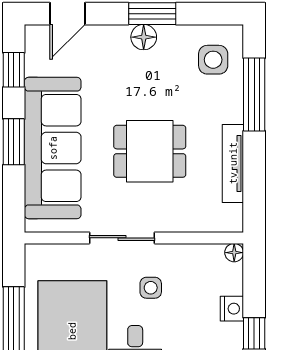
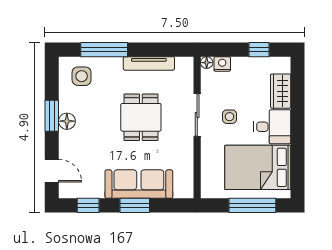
sofa: (53, 148) -> (139, 184), width x0.74, depth x0.79
sliding door: (122, 238) -> (197, 115), moved
nightstand: (232, 309) -> (222, 64), moved

